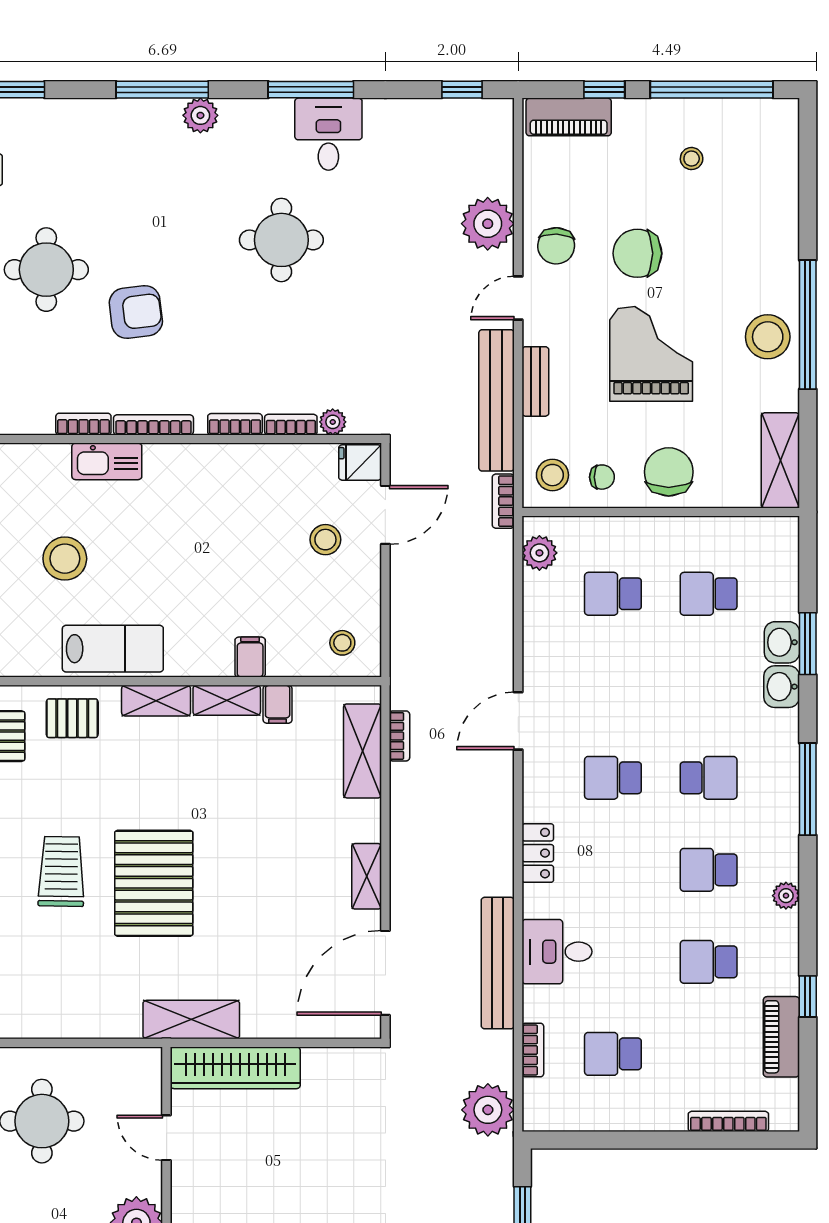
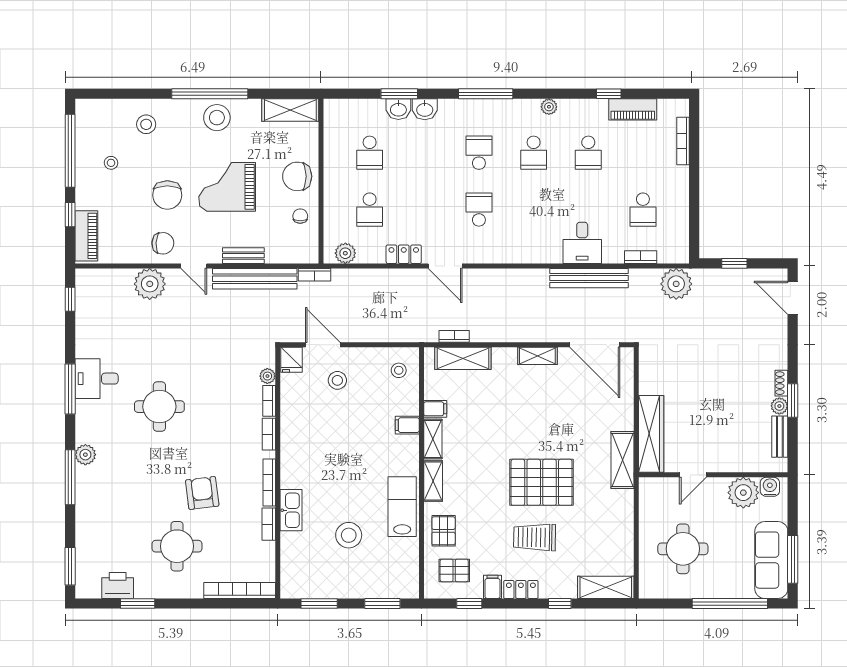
stool: (552, 475) -> (146, 124), moved
school desk: (613, 778) -> (479, 210), turned 180
locker: (538, 853) -> (404, 254), moved

